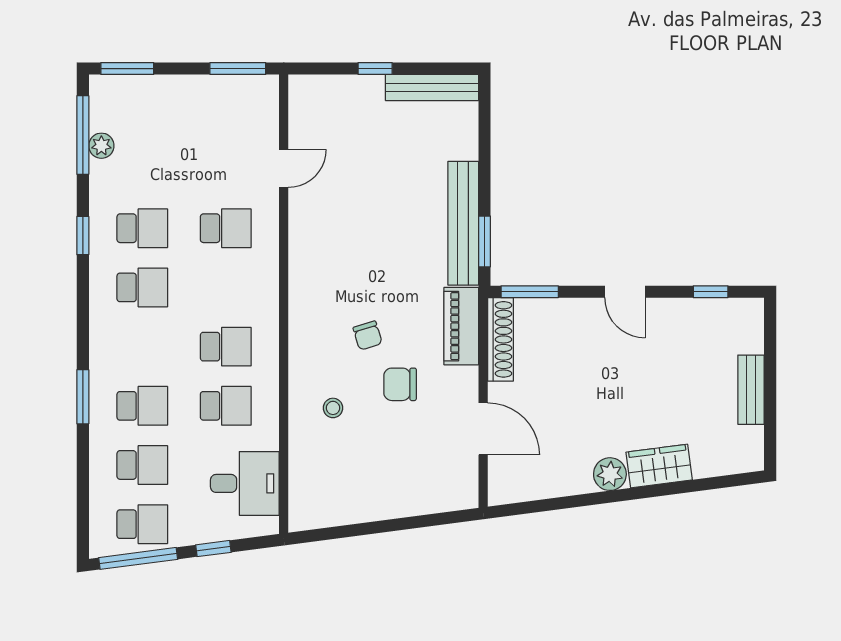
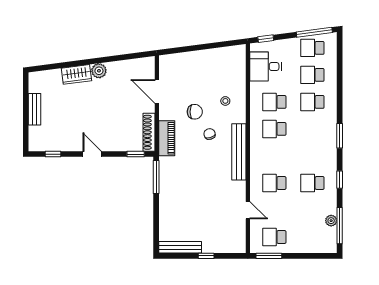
window: (127, 69) -> (319, 256), removed
door: (284, 168) -> (248, 210), swing flipped
bench: (463, 223) -> (239, 152), moved
window: (485, 241) -> (156, 177), width x1.44
school desk: (142, 287) -> (274, 237), moved
window: (530, 292) -> (136, 154), width x0.67
window: (83, 397) -> (340, 136), moved
window: (213, 549) -> (266, 39), moved

